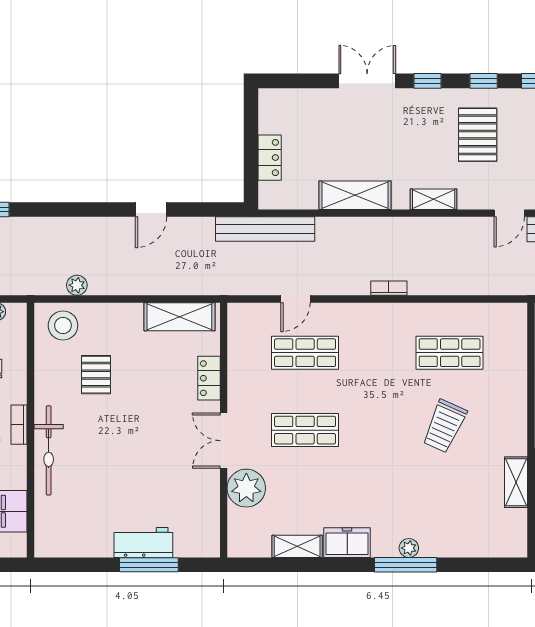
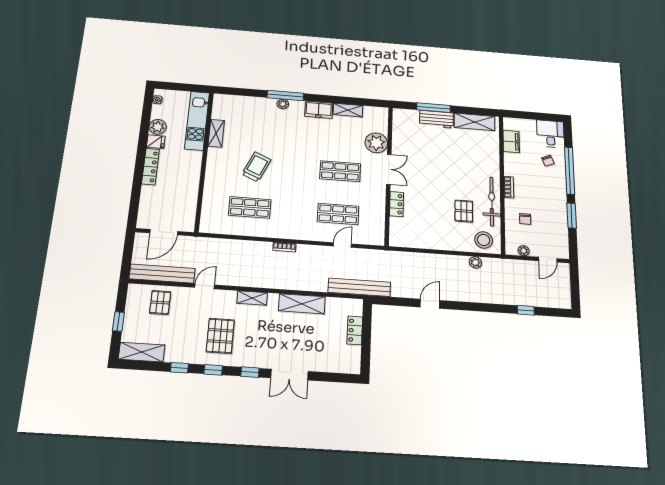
shelving: (179, 317) -> (475, 122), moved
bicycle: (49, 450) -> (492, 201), moved

